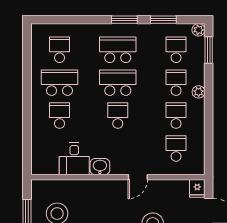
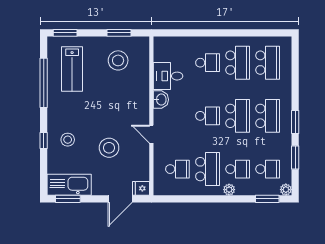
school desk: (60, 50) -> (268, 63), width x1.85
school desk: (176, 116) -> (208, 169), width x1.85

